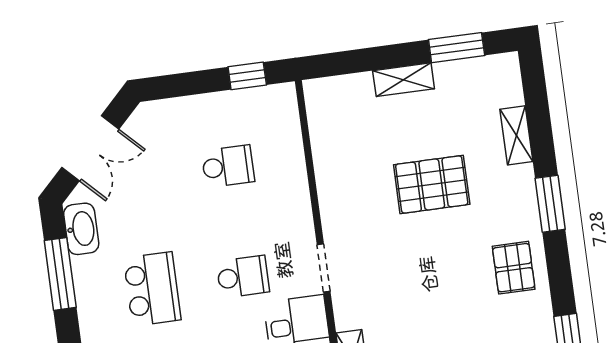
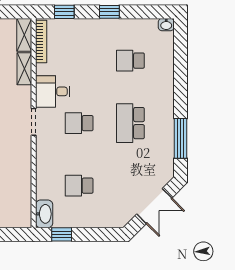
double door: (90, 148) -> (154, 206), swing flipped
washbasin: (81, 229) -> (44, 214), moved, turned 180

